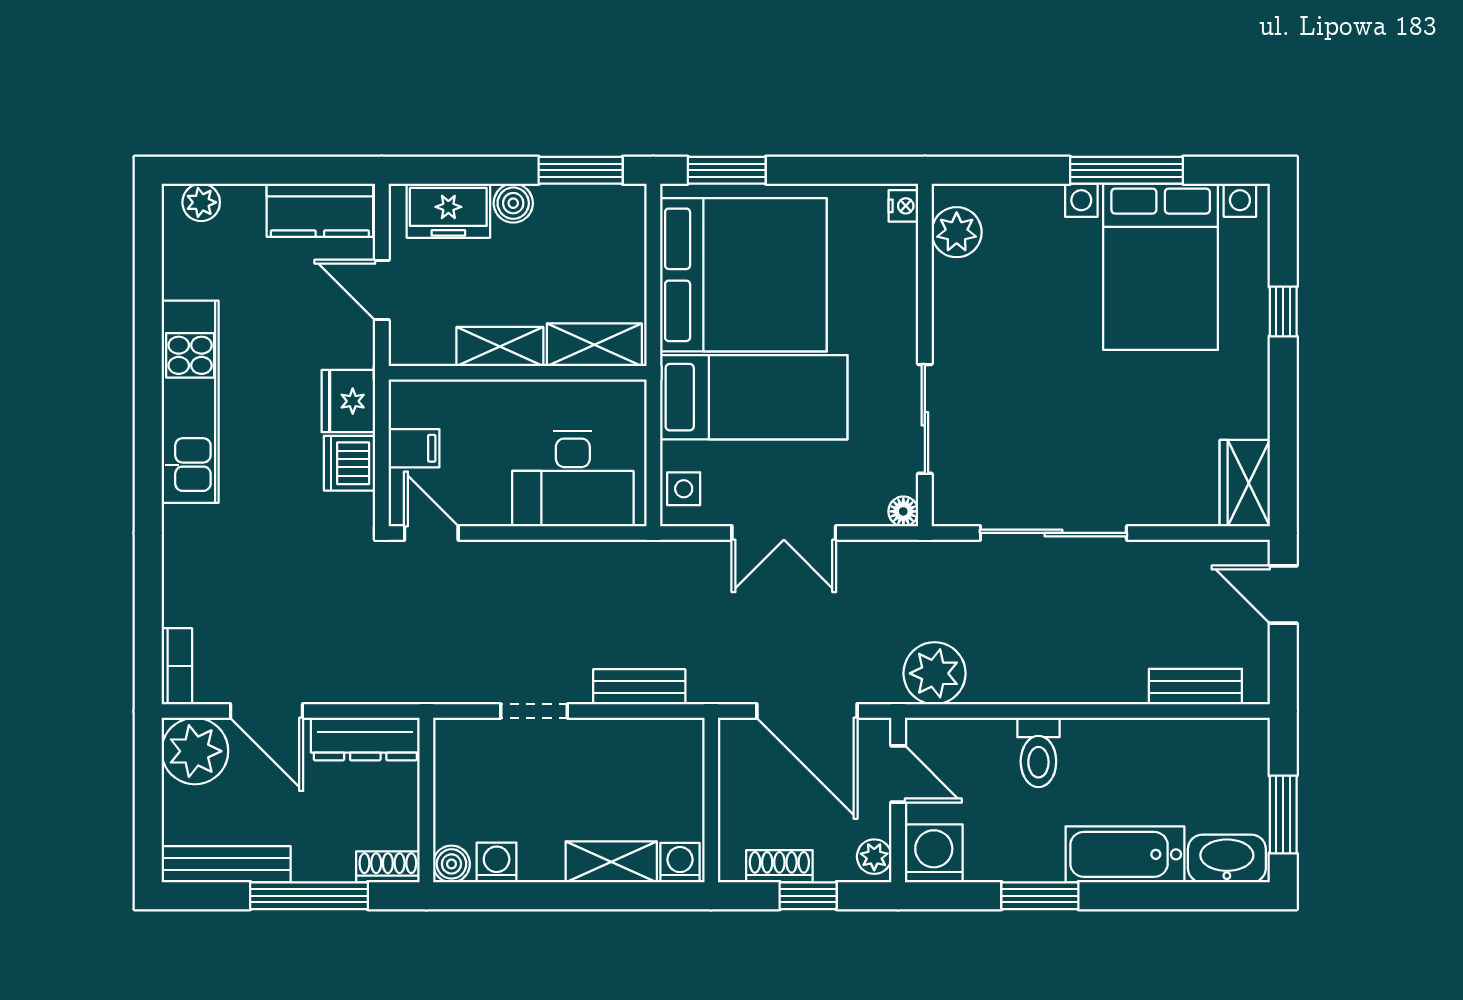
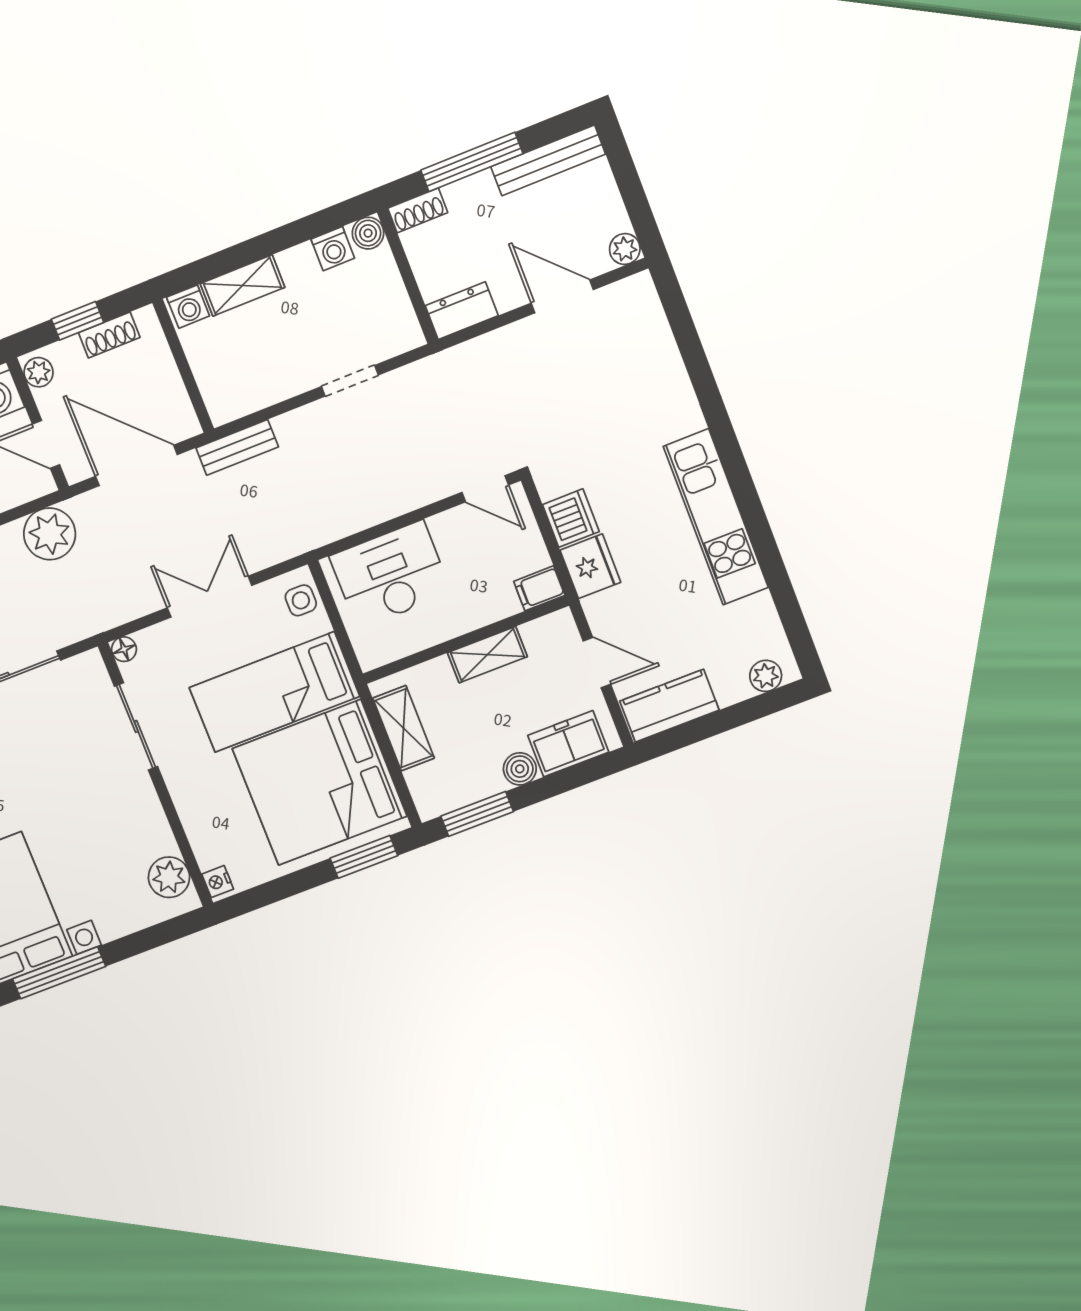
shelving: (594, 345) -> (403, 728), moved, turned 90
filing cabinet: (414, 448) -> (539, 588), moved
bookcase: (177, 666) -> (648, 304), removed
bench: (639, 687) -> (237, 447), moved
dresser: (365, 739) -> (462, 311), width x0.70
plant: (195, 751) -> (625, 249), width x0.53, depth x0.53

